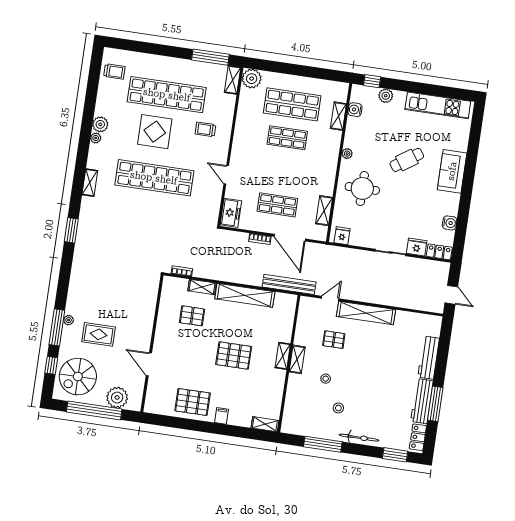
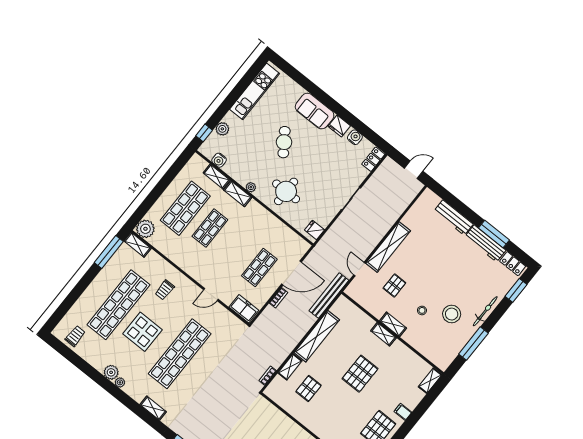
shelving: (324, 211) -> (238, 194), moved
fridge: (417, 247) -> (339, 126), moved, turned -90
stool: (338, 408) -> (452, 314), width x1.89, depth x1.89

